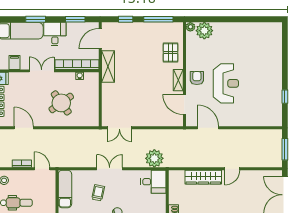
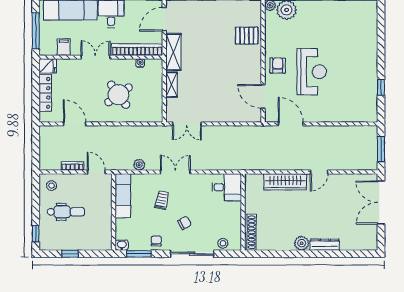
pallet: (171, 53) -> (247, 36), turned 90
shelving: (178, 80) -> (172, 85), moved
plant: (154, 158) -> (139, 165), moved, width x0.53, depth x0.53

